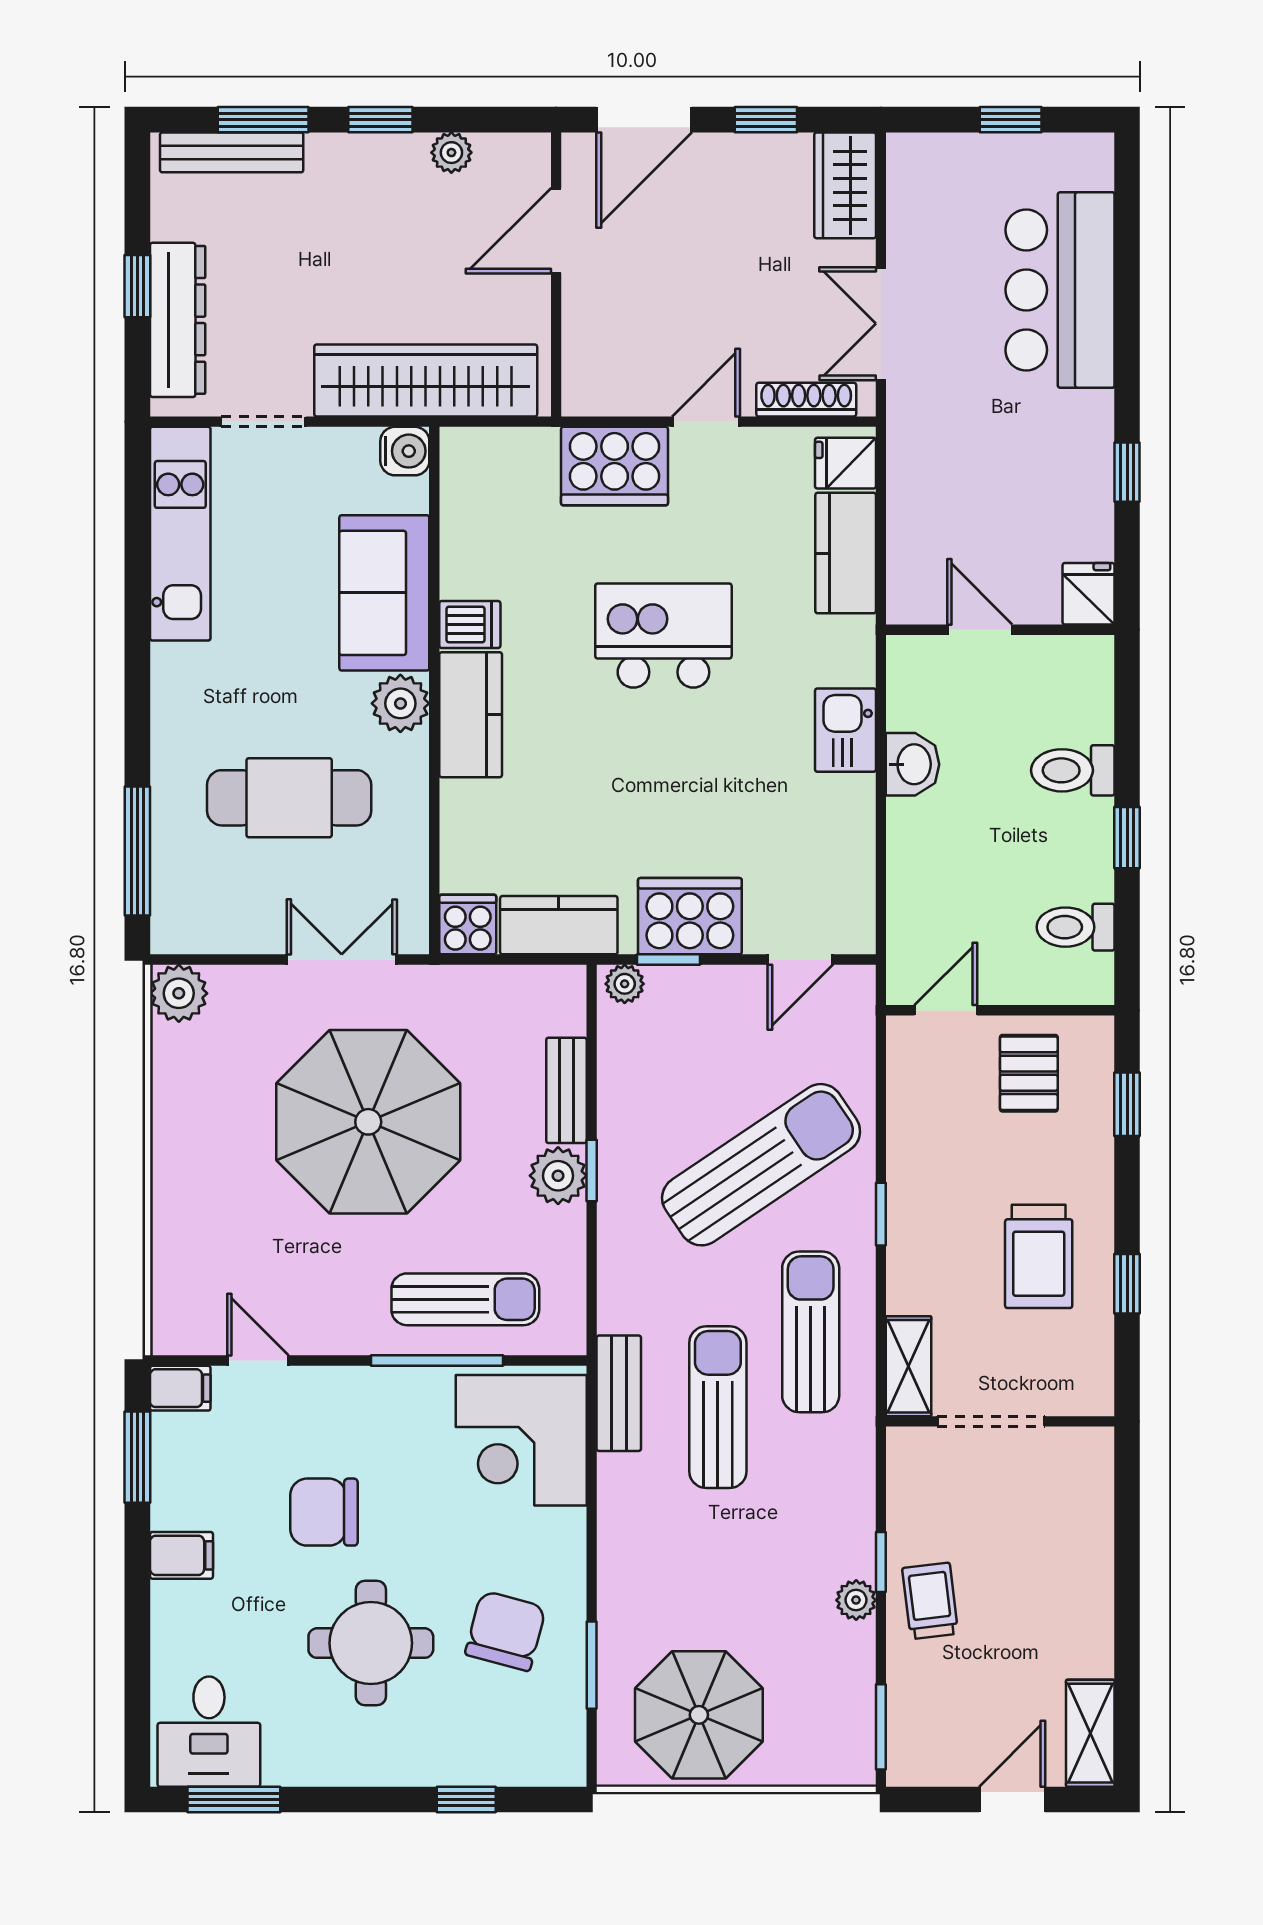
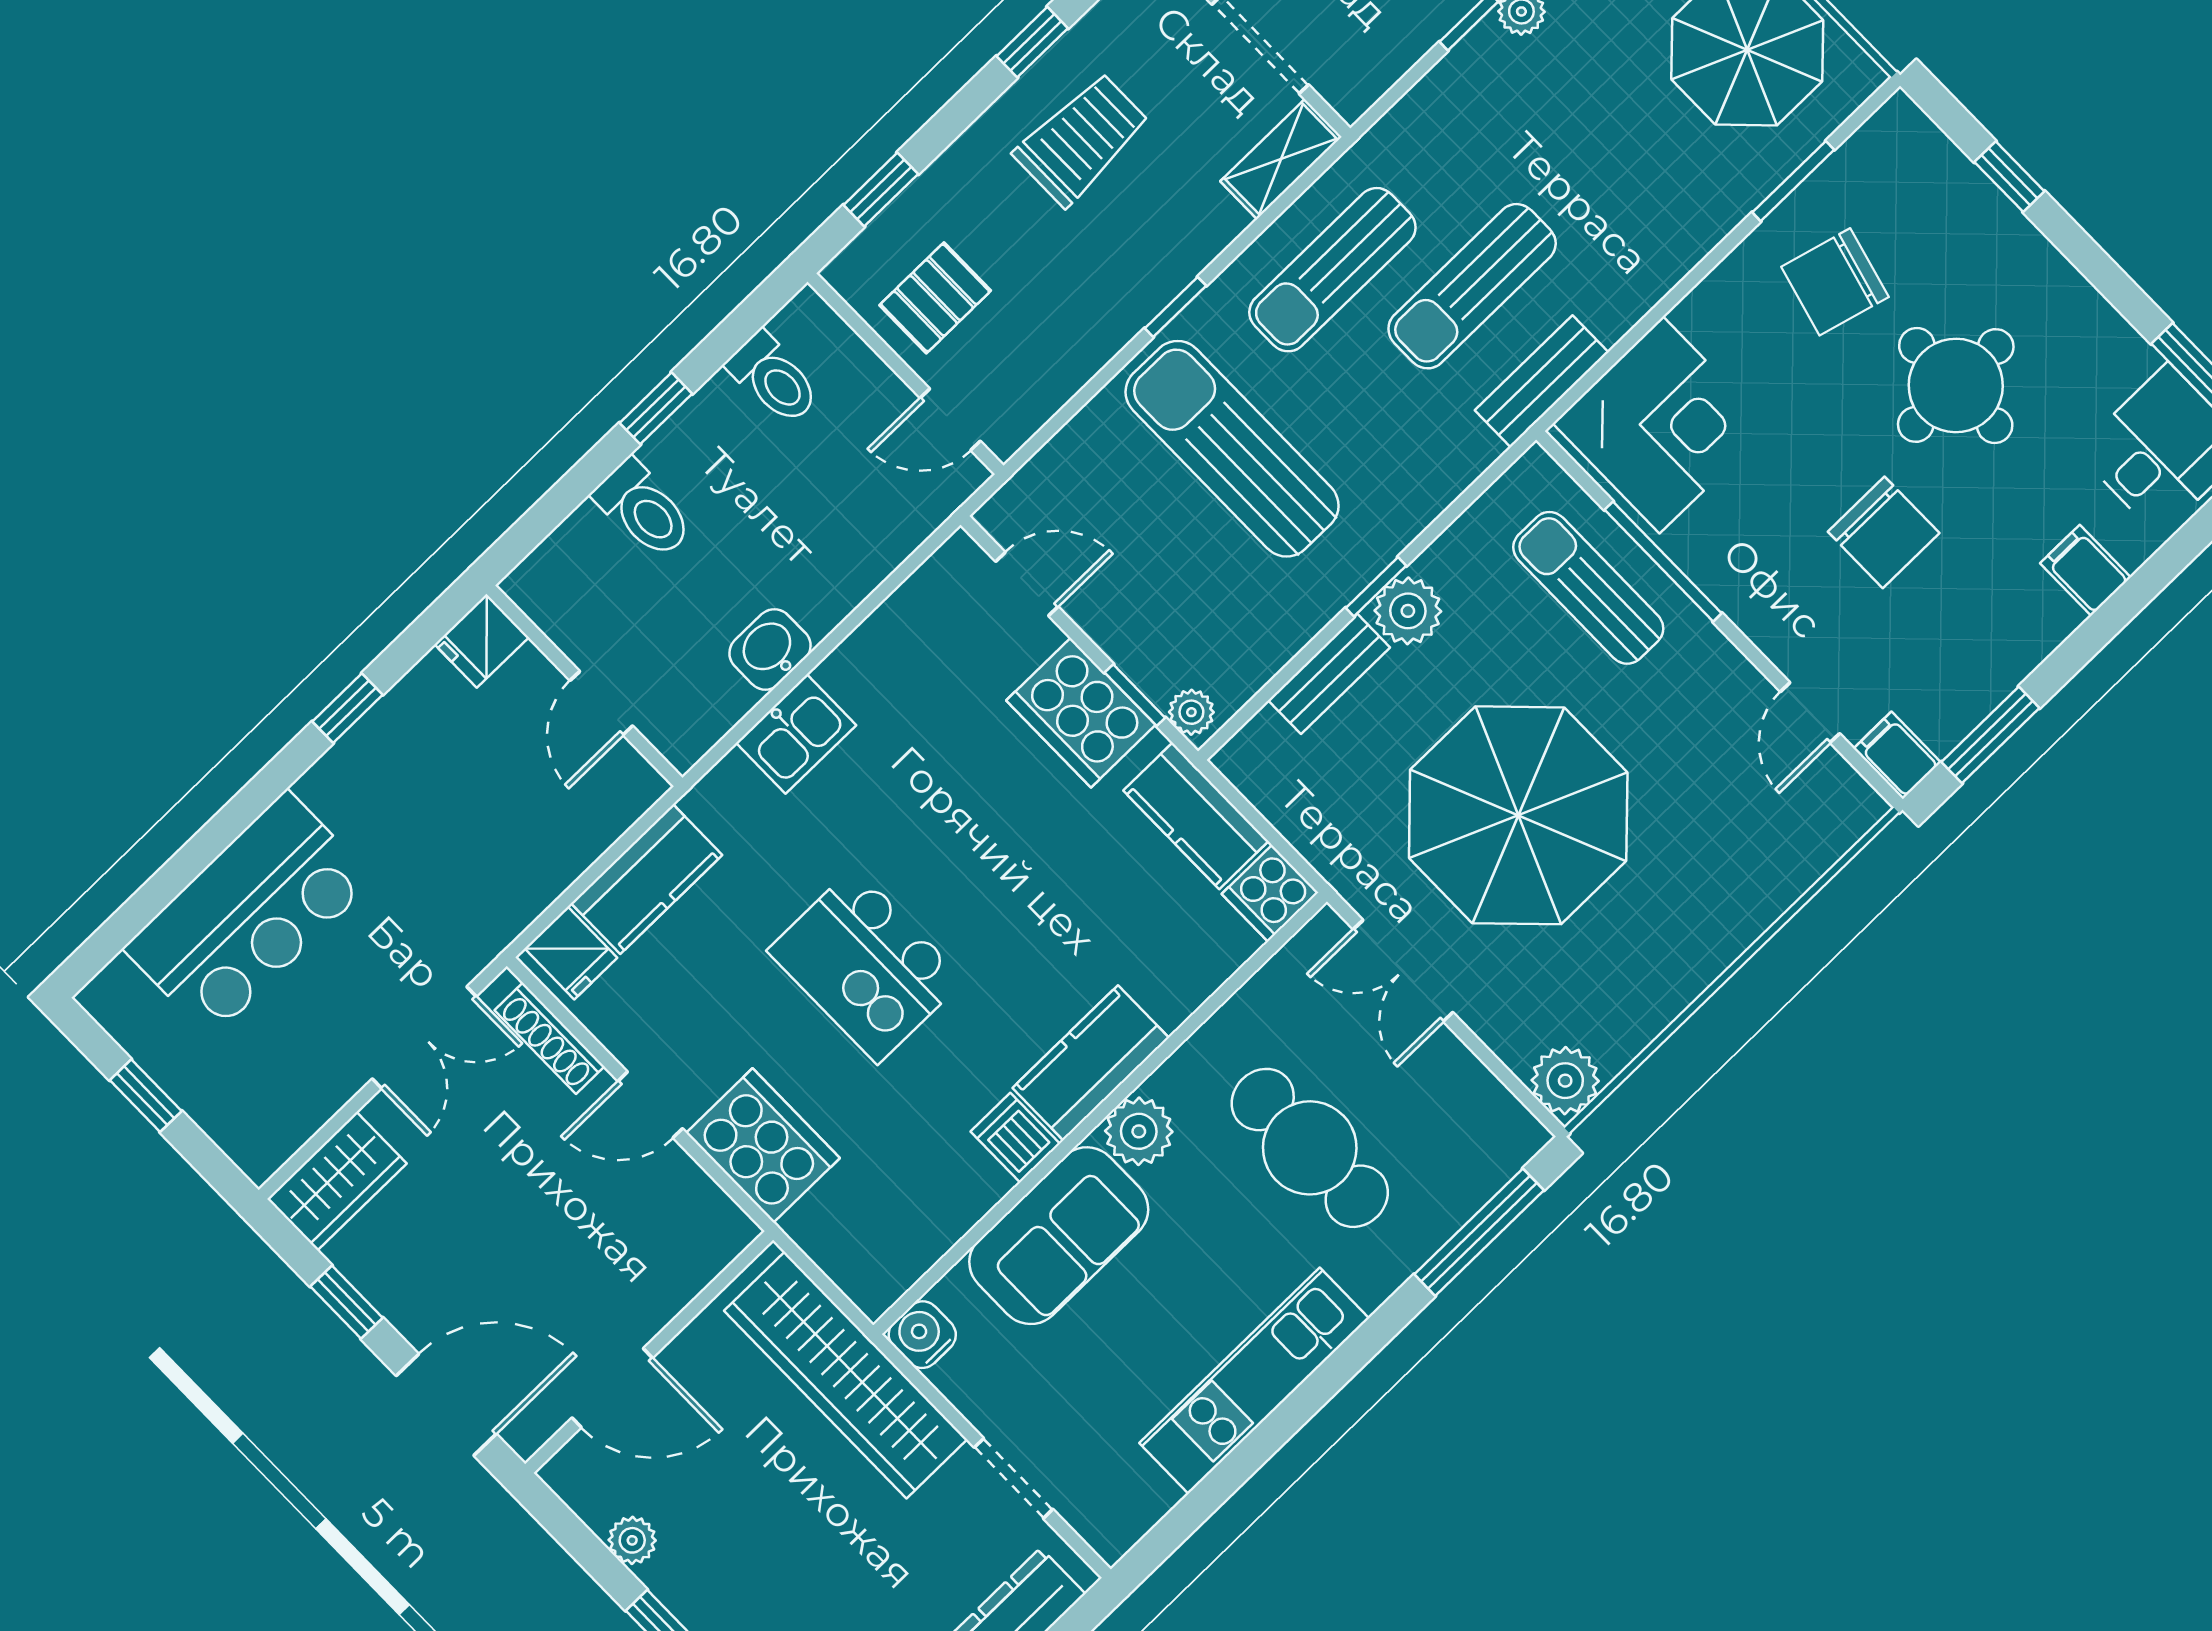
kitchen unit: (180, 534) -> (1254, 1381), moved
sun lounger: (761, 1165) -> (1232, 449), turned 34
filing cabinet: (181, 1555) -> (2085, 570), moved

